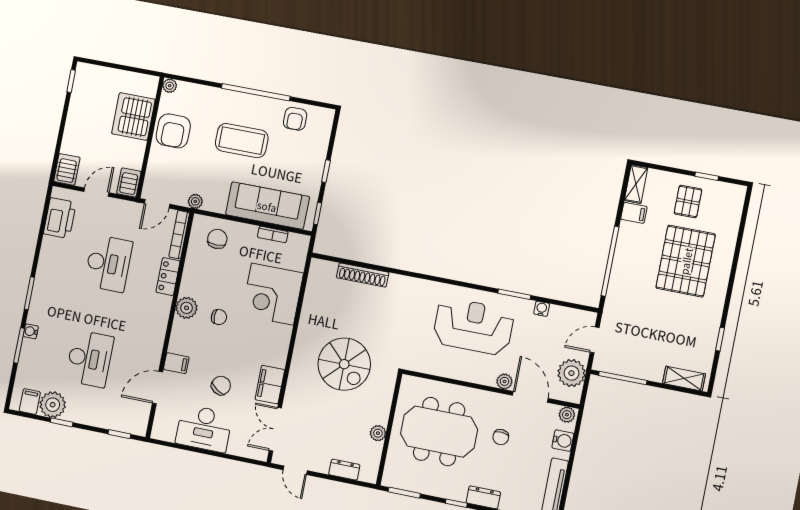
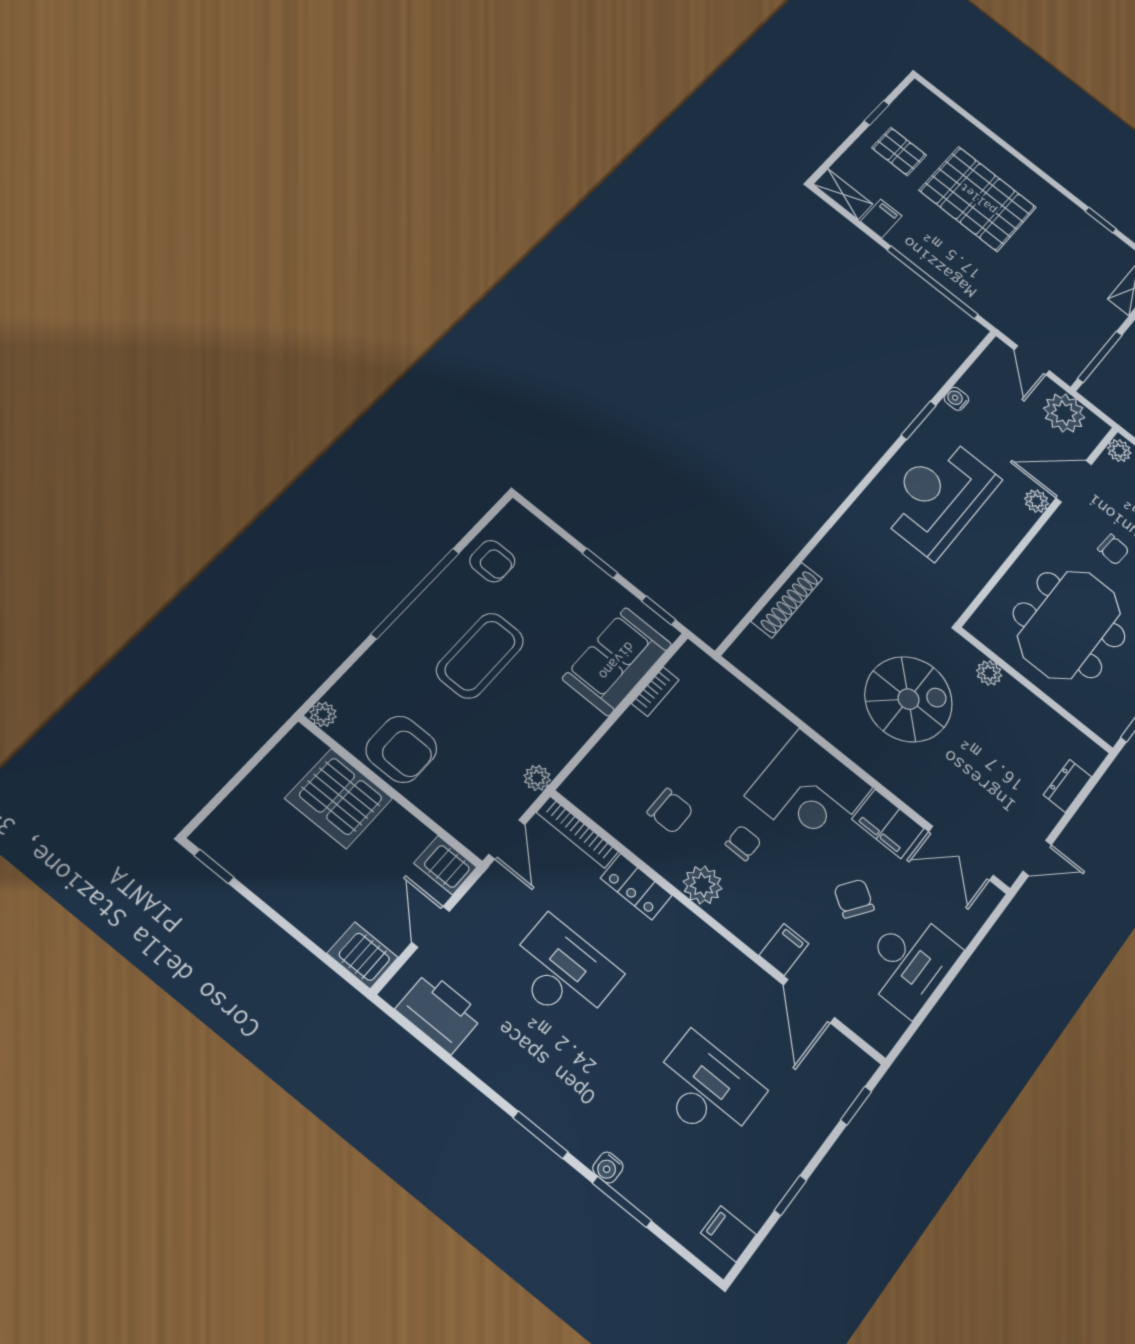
sofa: (267, 206) -> (617, 661), width x0.73
chair: (217, 239) -> (670, 811), moved, turned 180
corner desk: (272, 294) -> (809, 792), moved
plant: (53, 405) -> (753, 1195), removed
plant: (378, 433) -> (989, 673), moved

